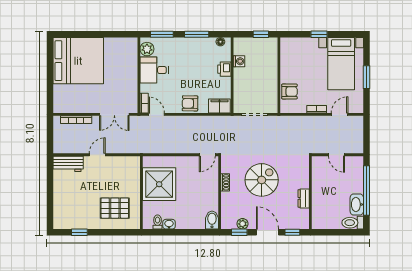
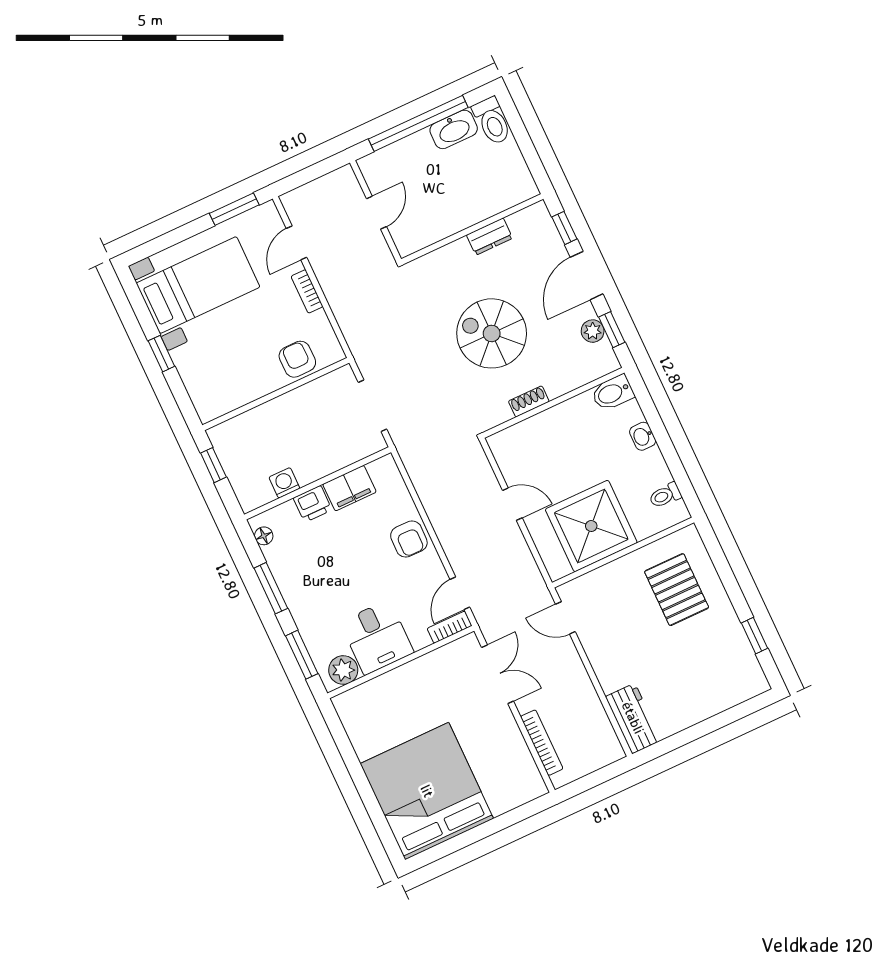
window: (366, 77) -> (234, 209), moved
filing cabinet: (219, 106) -> (349, 488), moved, turned -90
door: (340, 114) -> (296, 243), hinge flipped
door: (97, 155) -> (565, 618), moved
door: (207, 155) -> (512, 504), moved
washbasin: (169, 224) -> (643, 436), moved

